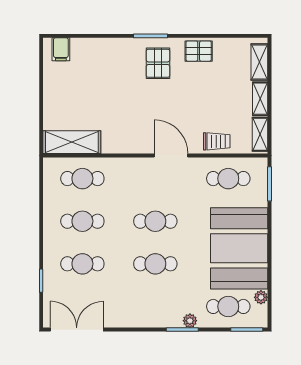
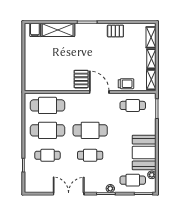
pallet: (158, 63) -> (81, 79), moved
shelving: (72, 142) -> (58, 30), moved
cafe table: (82, 179) -> (48, 105), width x1.37, depth x1.35
cafe table: (82, 221) -> (48, 130), width x1.37, depth x1.35
cafe table: (155, 221) -> (90, 130), width x1.37, depth x1.35
booth: (239, 248) -> (144, 153), width x0.73, depth x0.70
double door: (77, 330) -> (69, 194), moved

